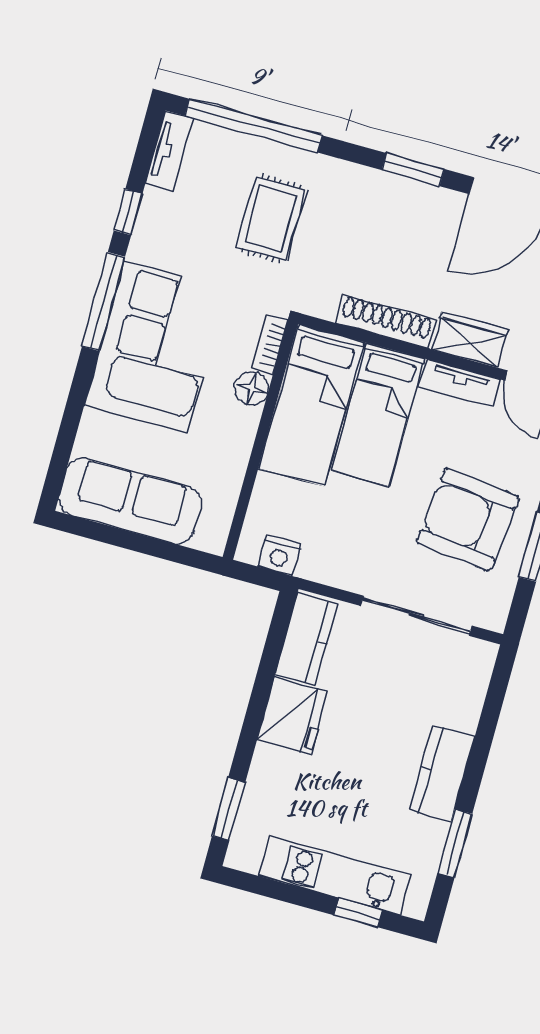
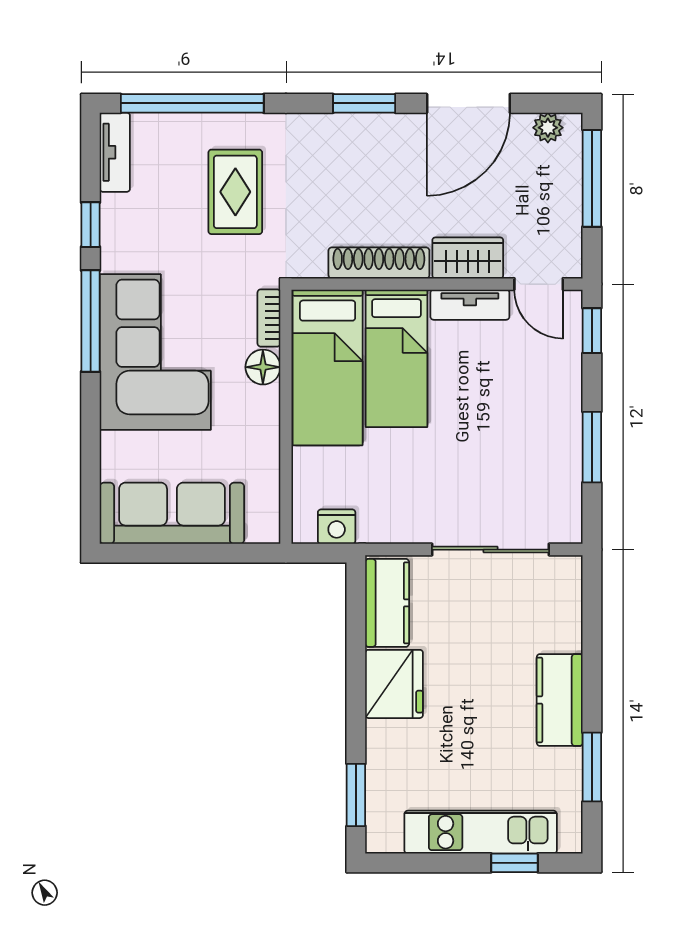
armchair: (468, 520) -> (516, 439), removed

